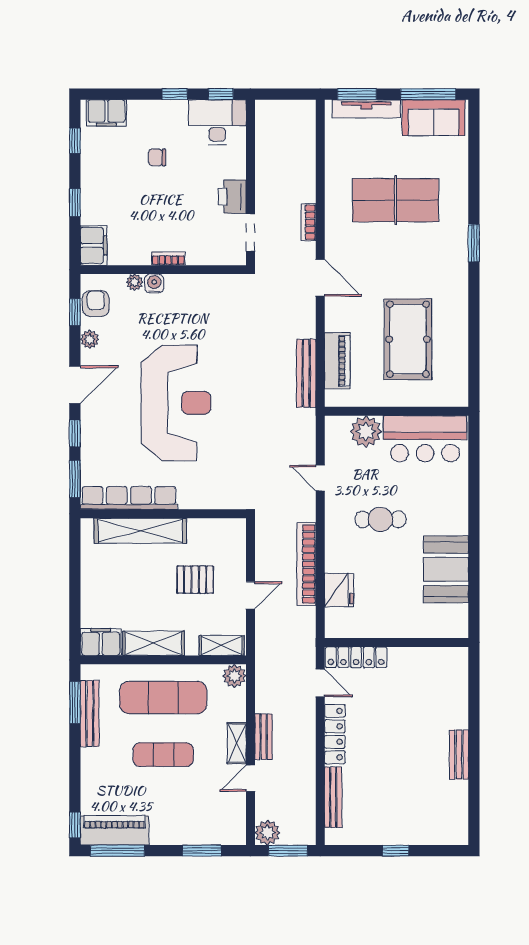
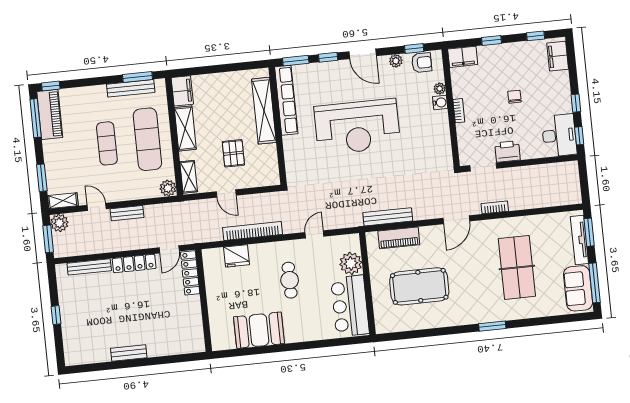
chair: (157, 157) -> (514, 97), moved
shelving: (237, 743) -> (63, 201), moved

